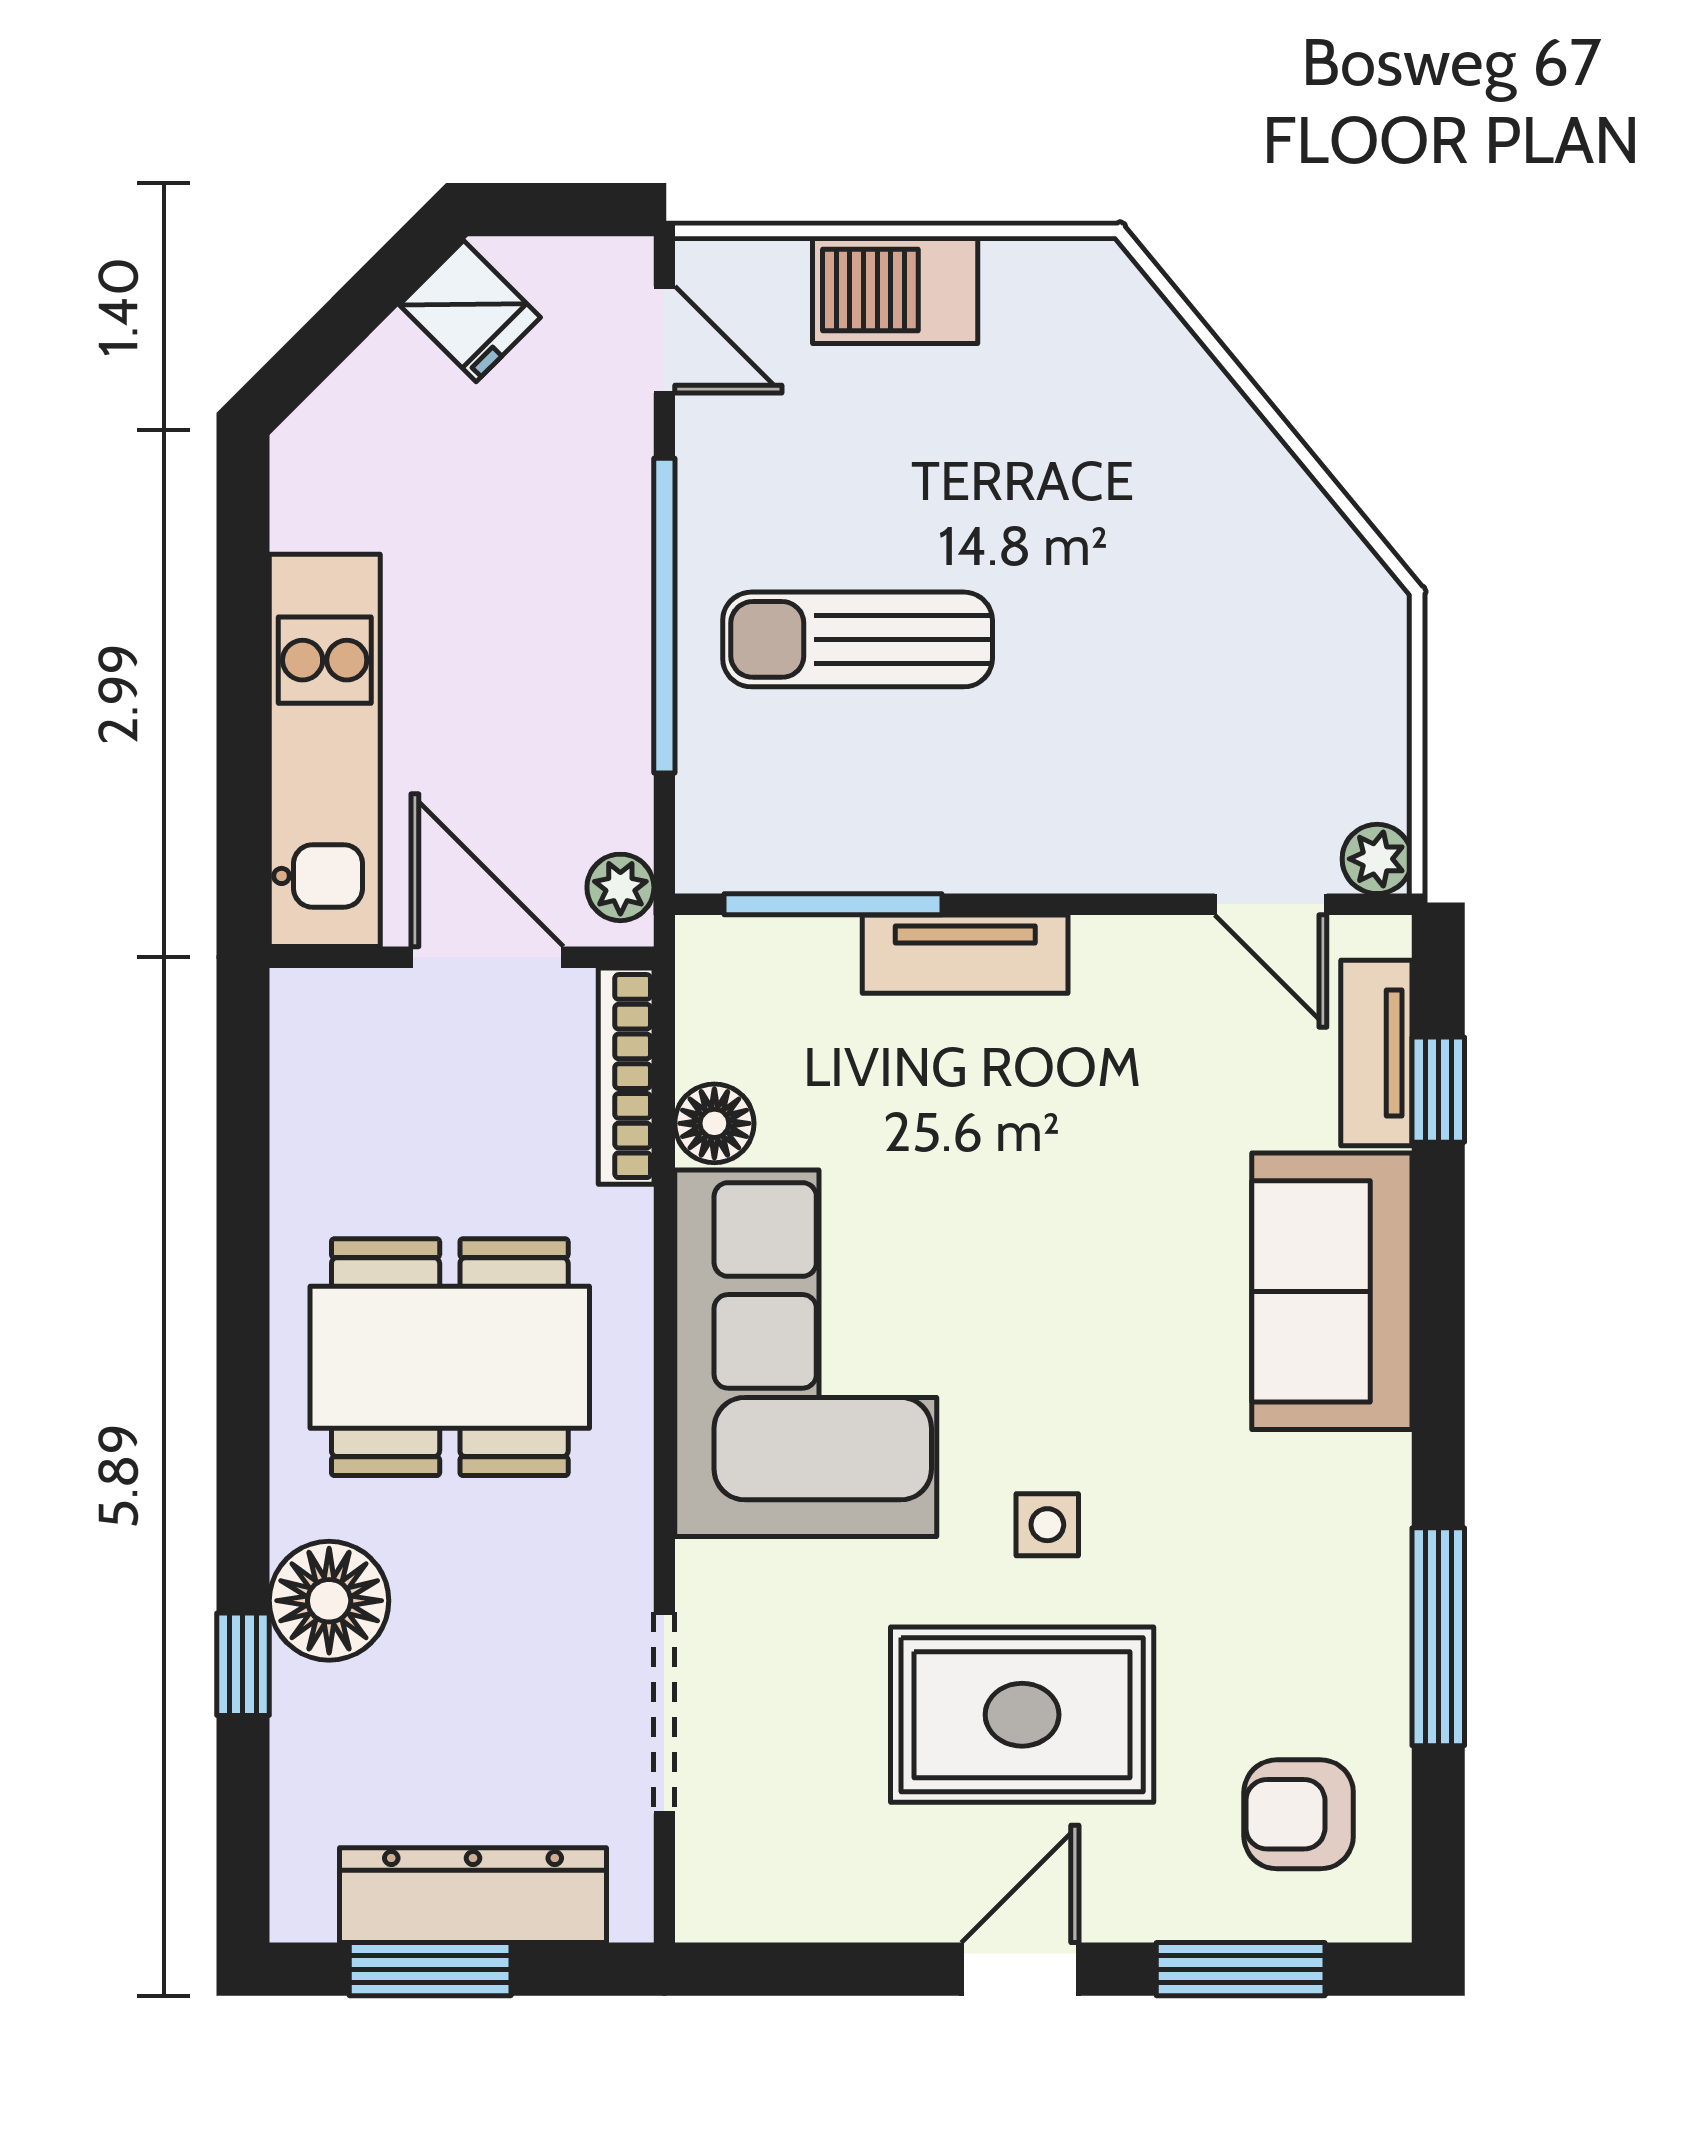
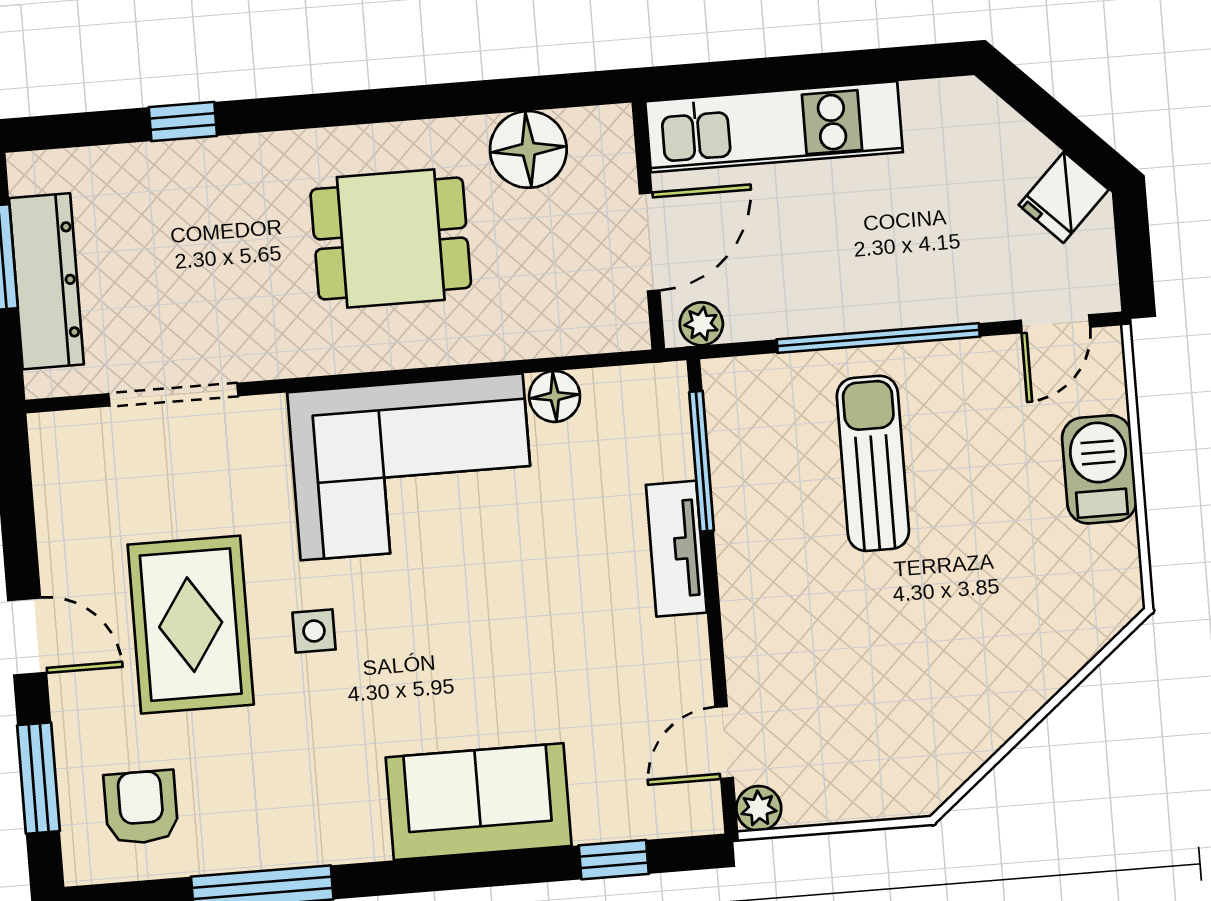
tv unit: (1376, 1053) -> (634, 818), removed
bookcase: (626, 1076) -> (580, 337), removed
dining table: (450, 1357) -> (391, 239), width x0.73
floor lamp: (329, 1601) -> (528, 149), moved

